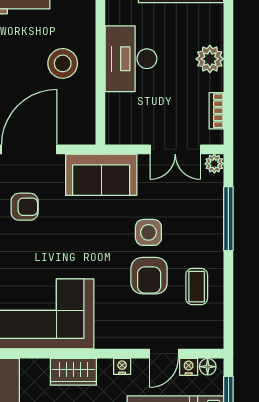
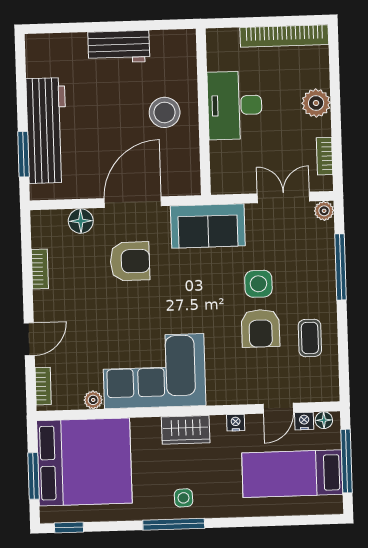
double door: (175, 149) -> (283, 197), swing flipped
armchair: (25, 207) -> (130, 261), width x1.38, depth x1.38

